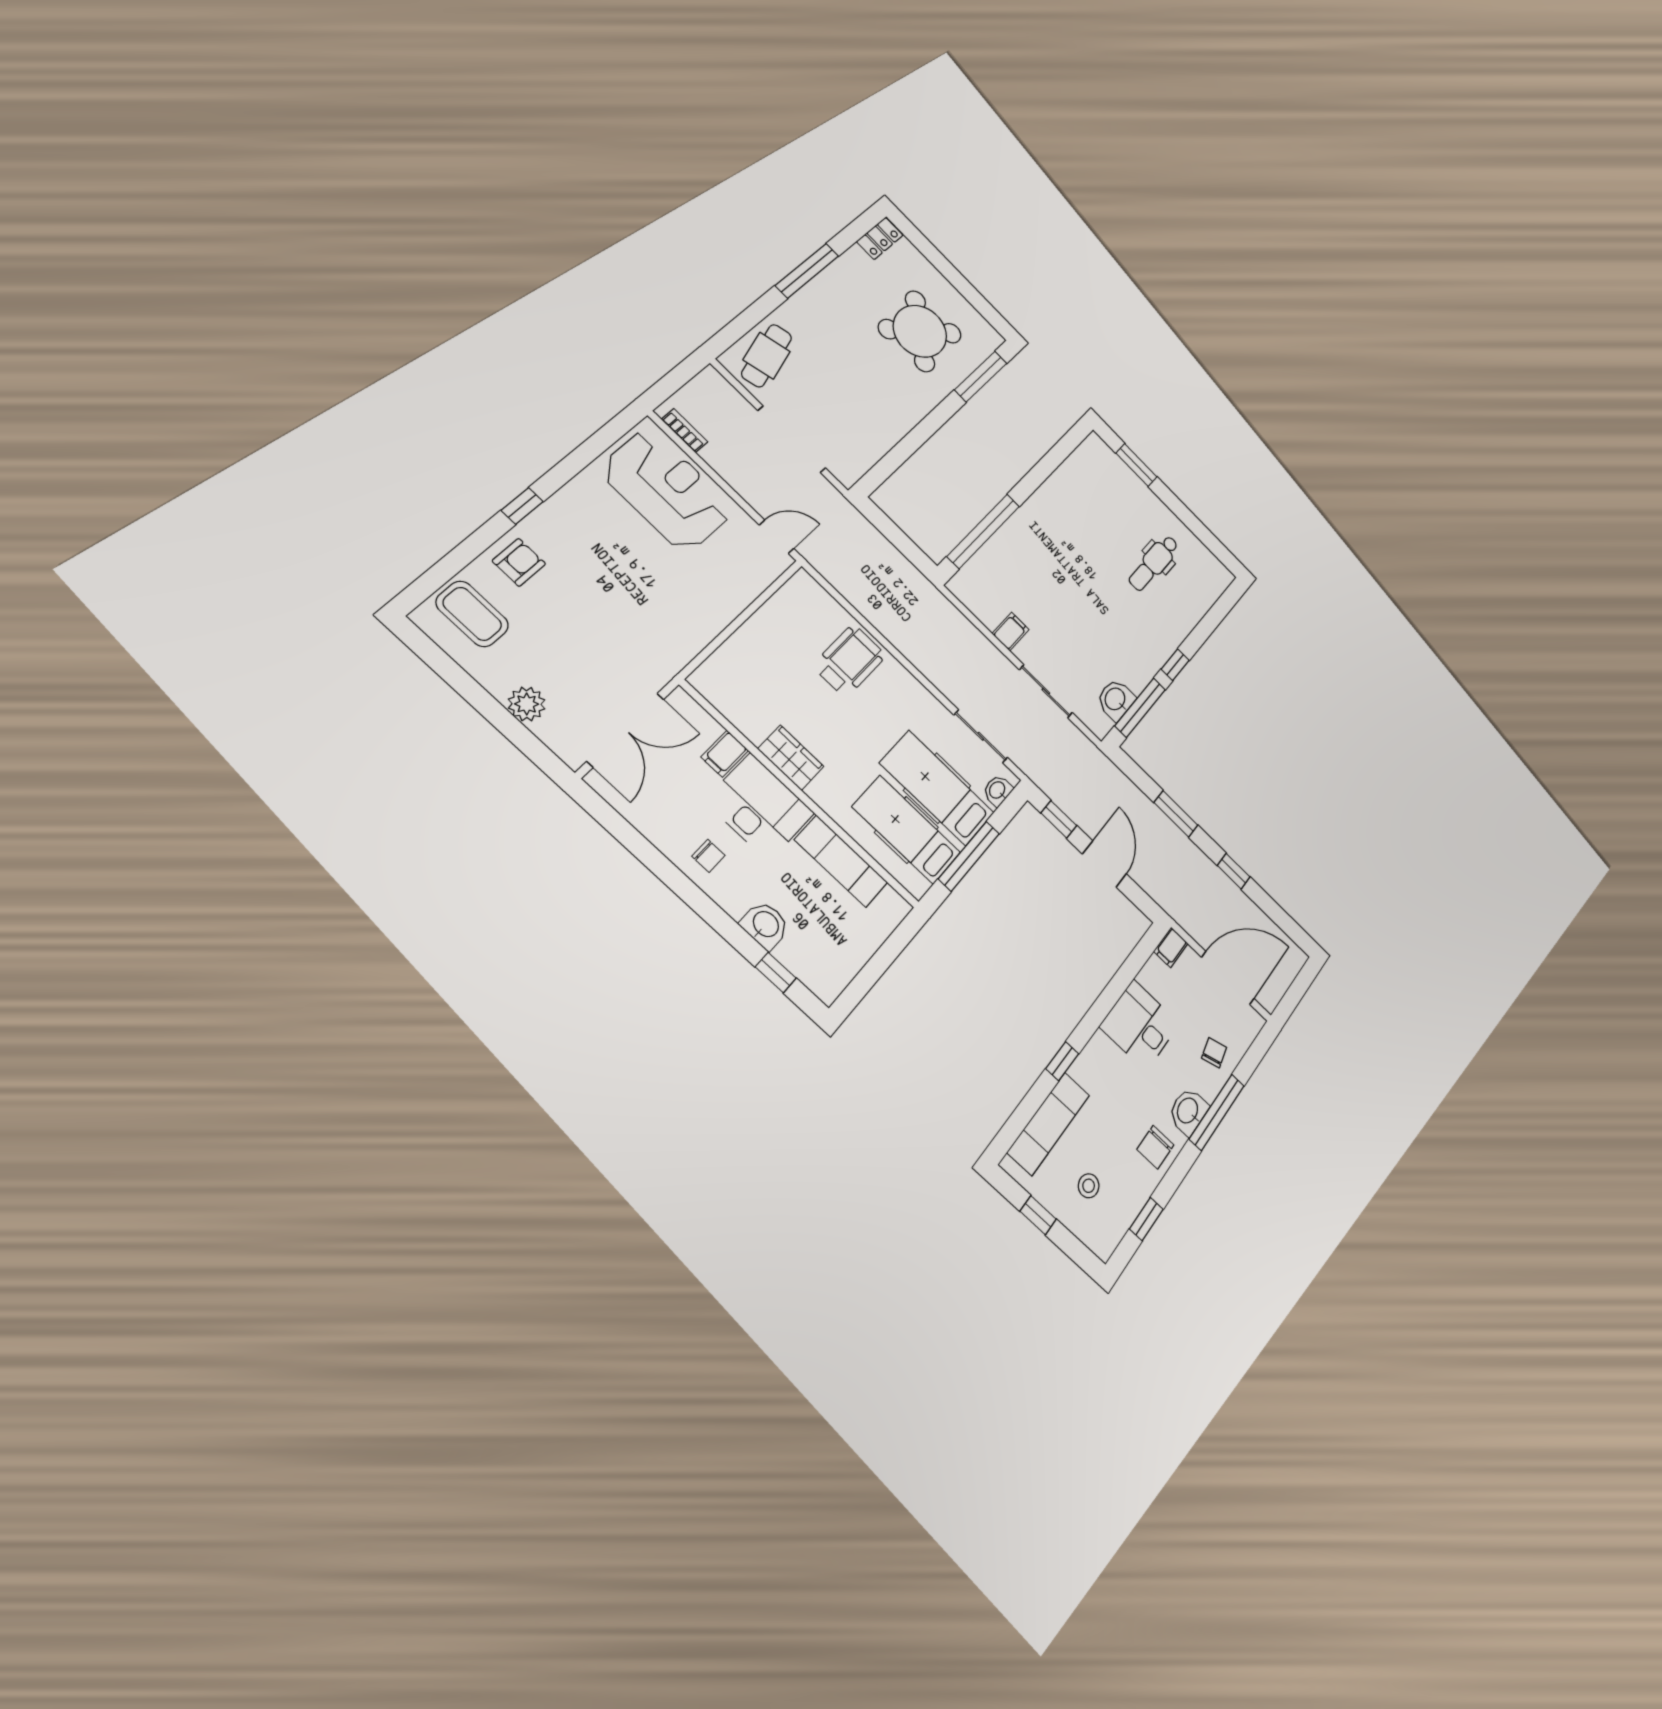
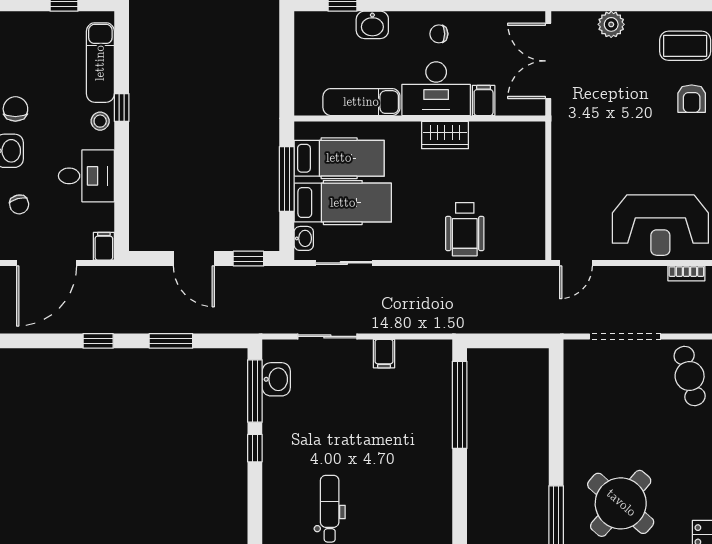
stool: (1089, 1186) -> (100, 121), moved

